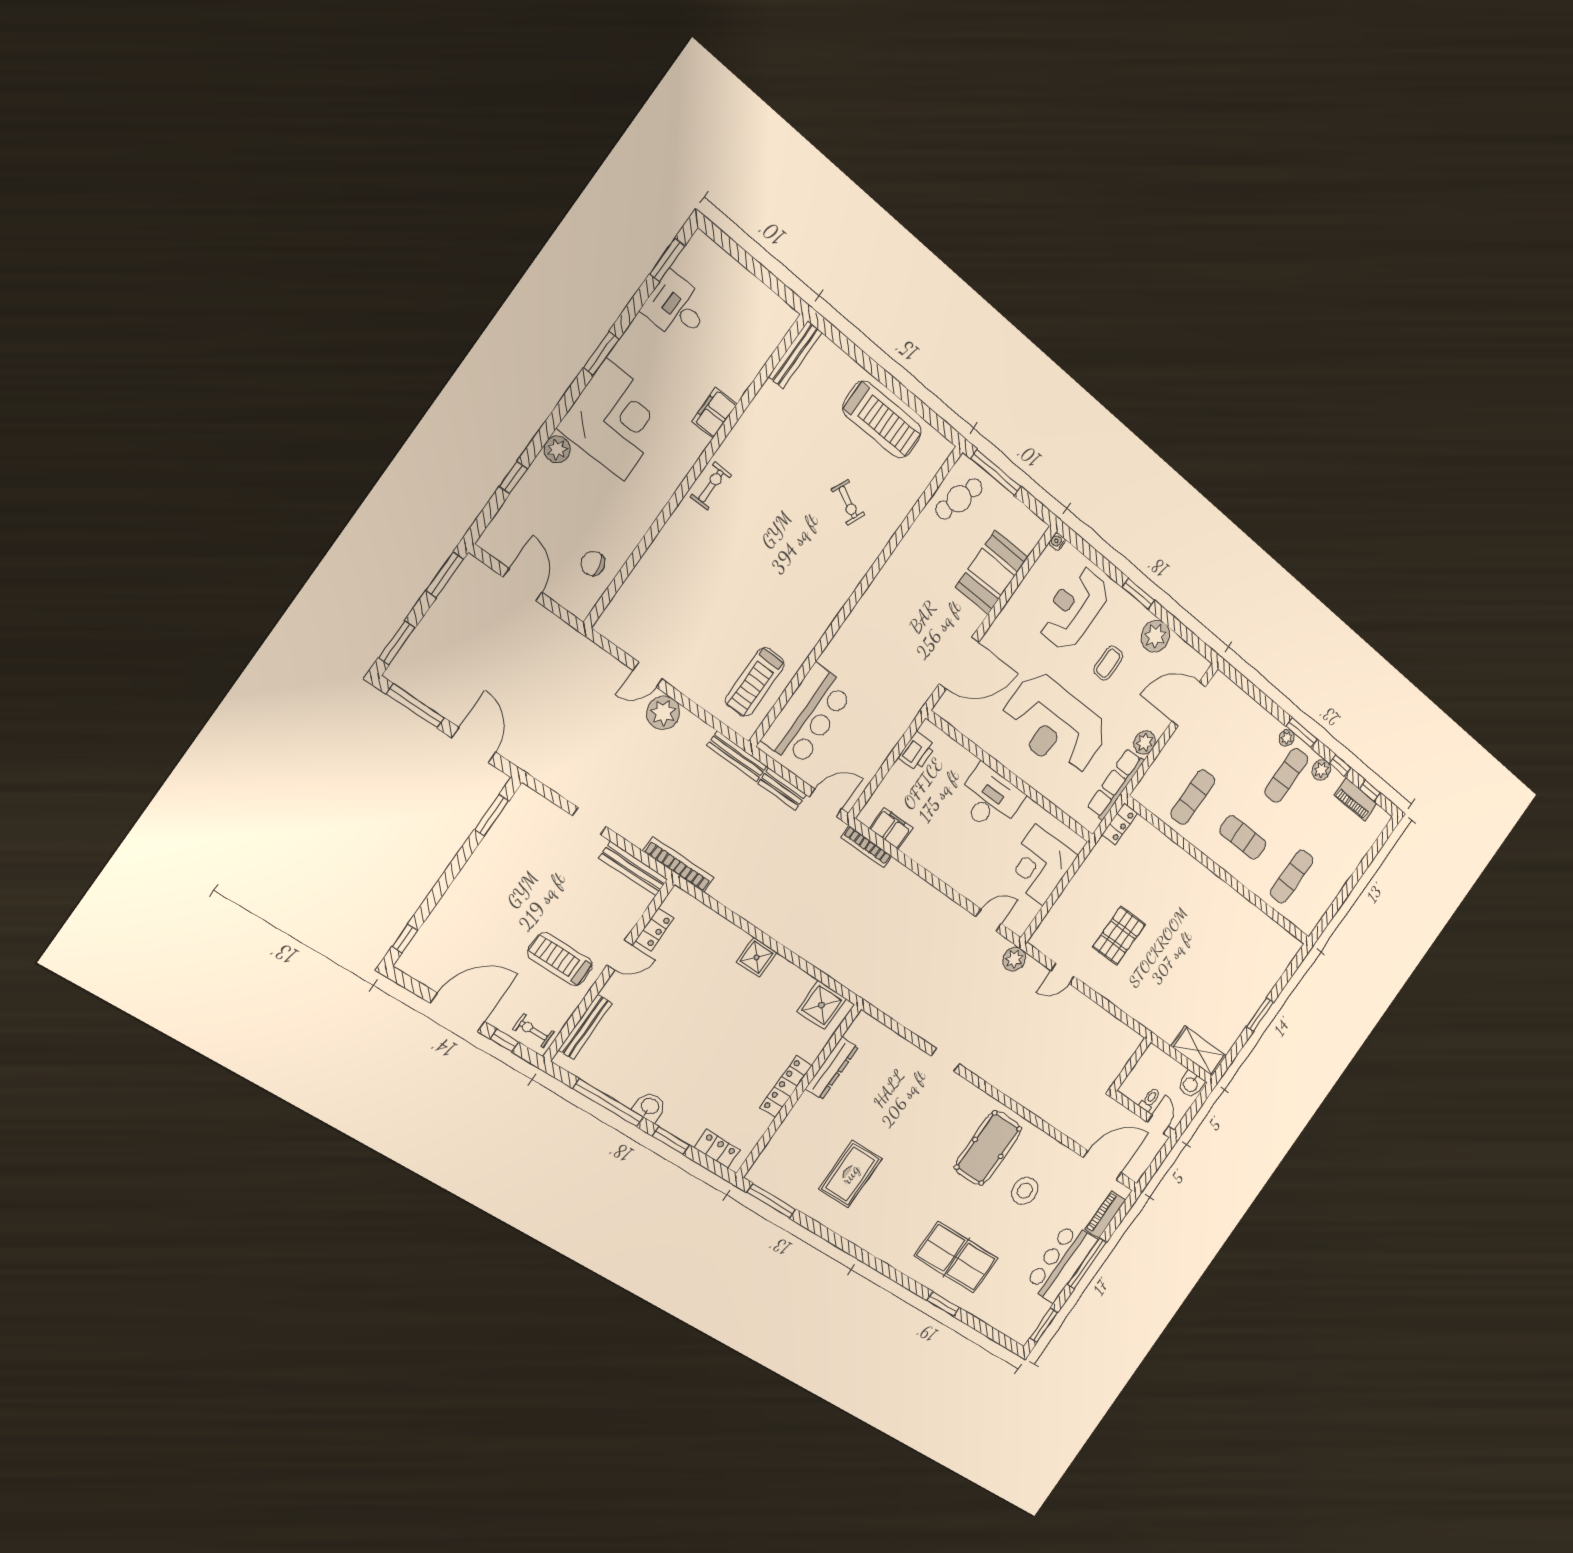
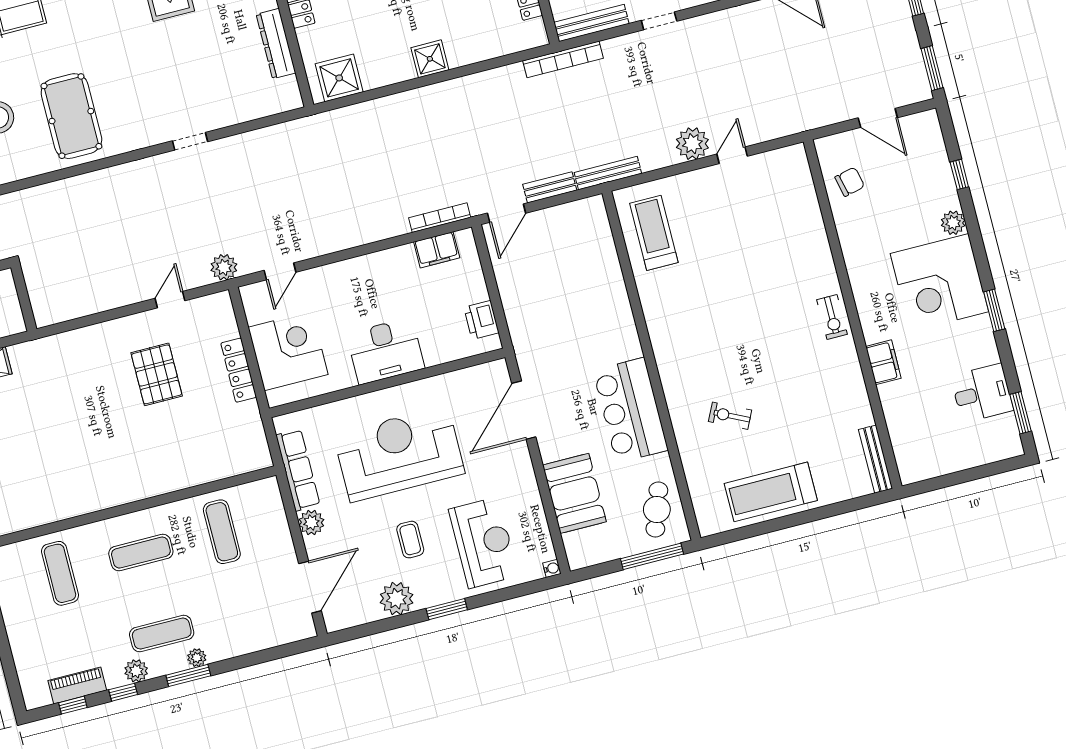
bar counter: (808, 716) -> (630, 410), moved
exercise mat: (1286, 775) -> (162, 634), turned 90
locker: (1120, 824) -> (239, 370), moved, width x1.53

